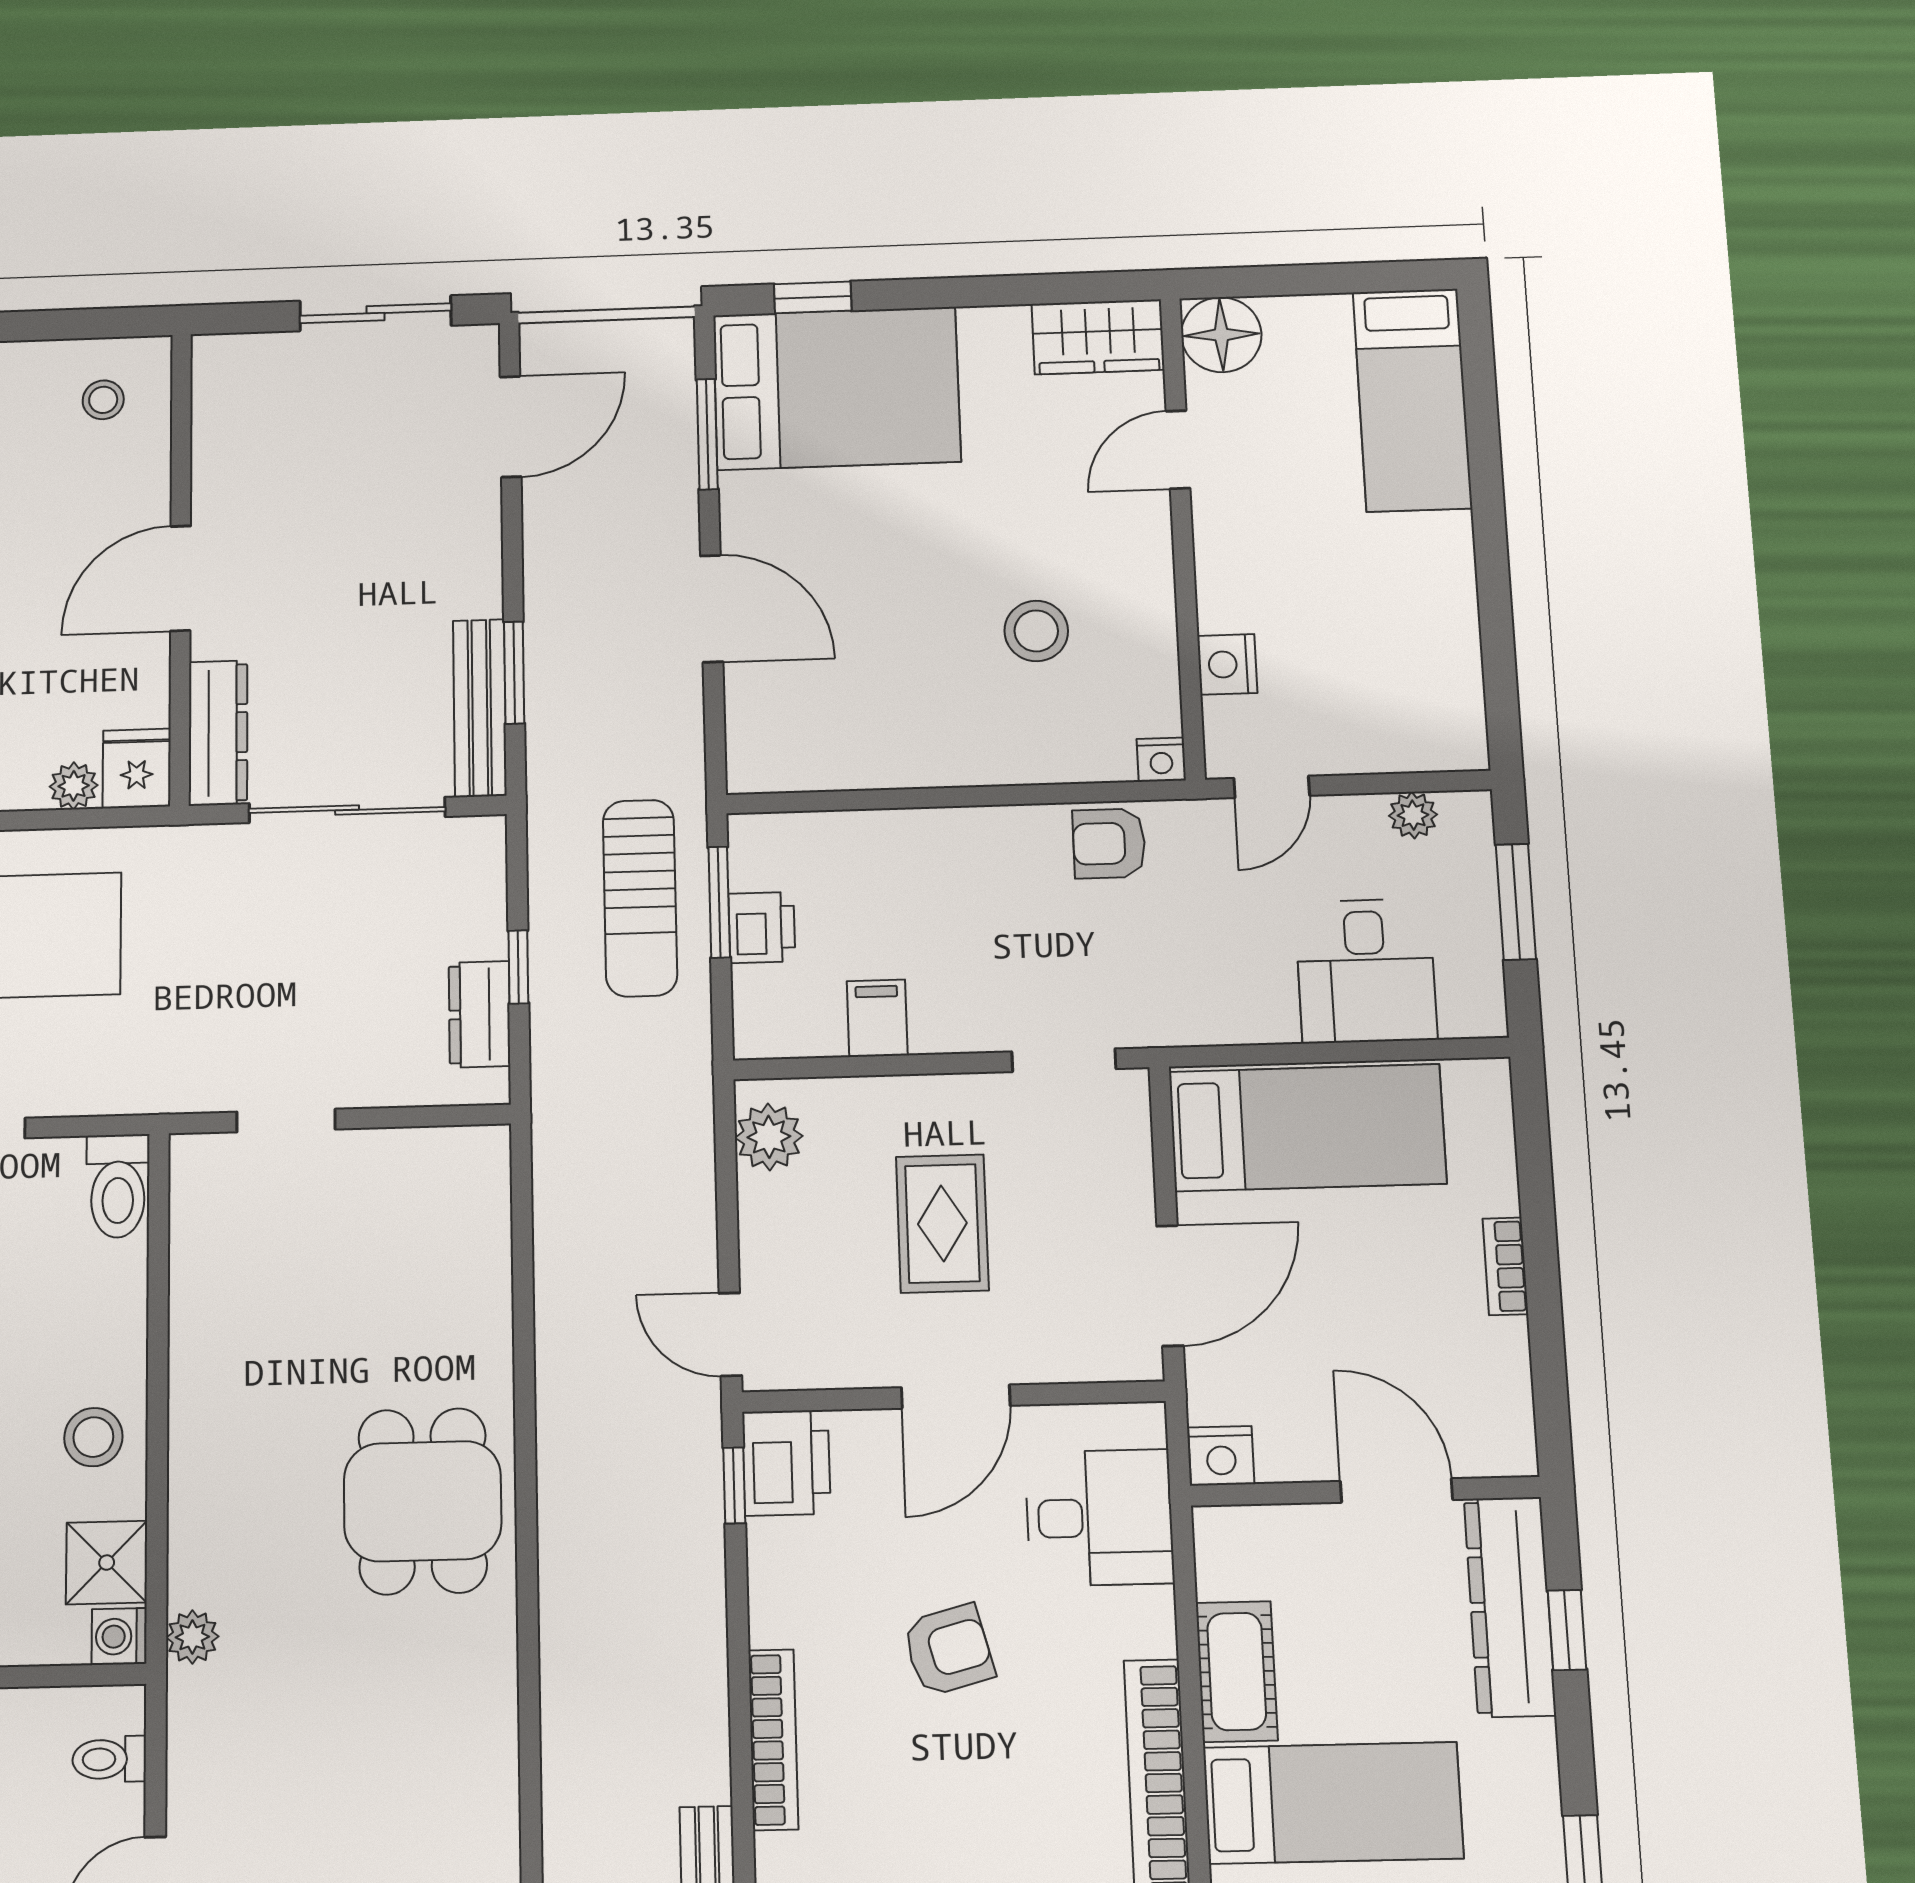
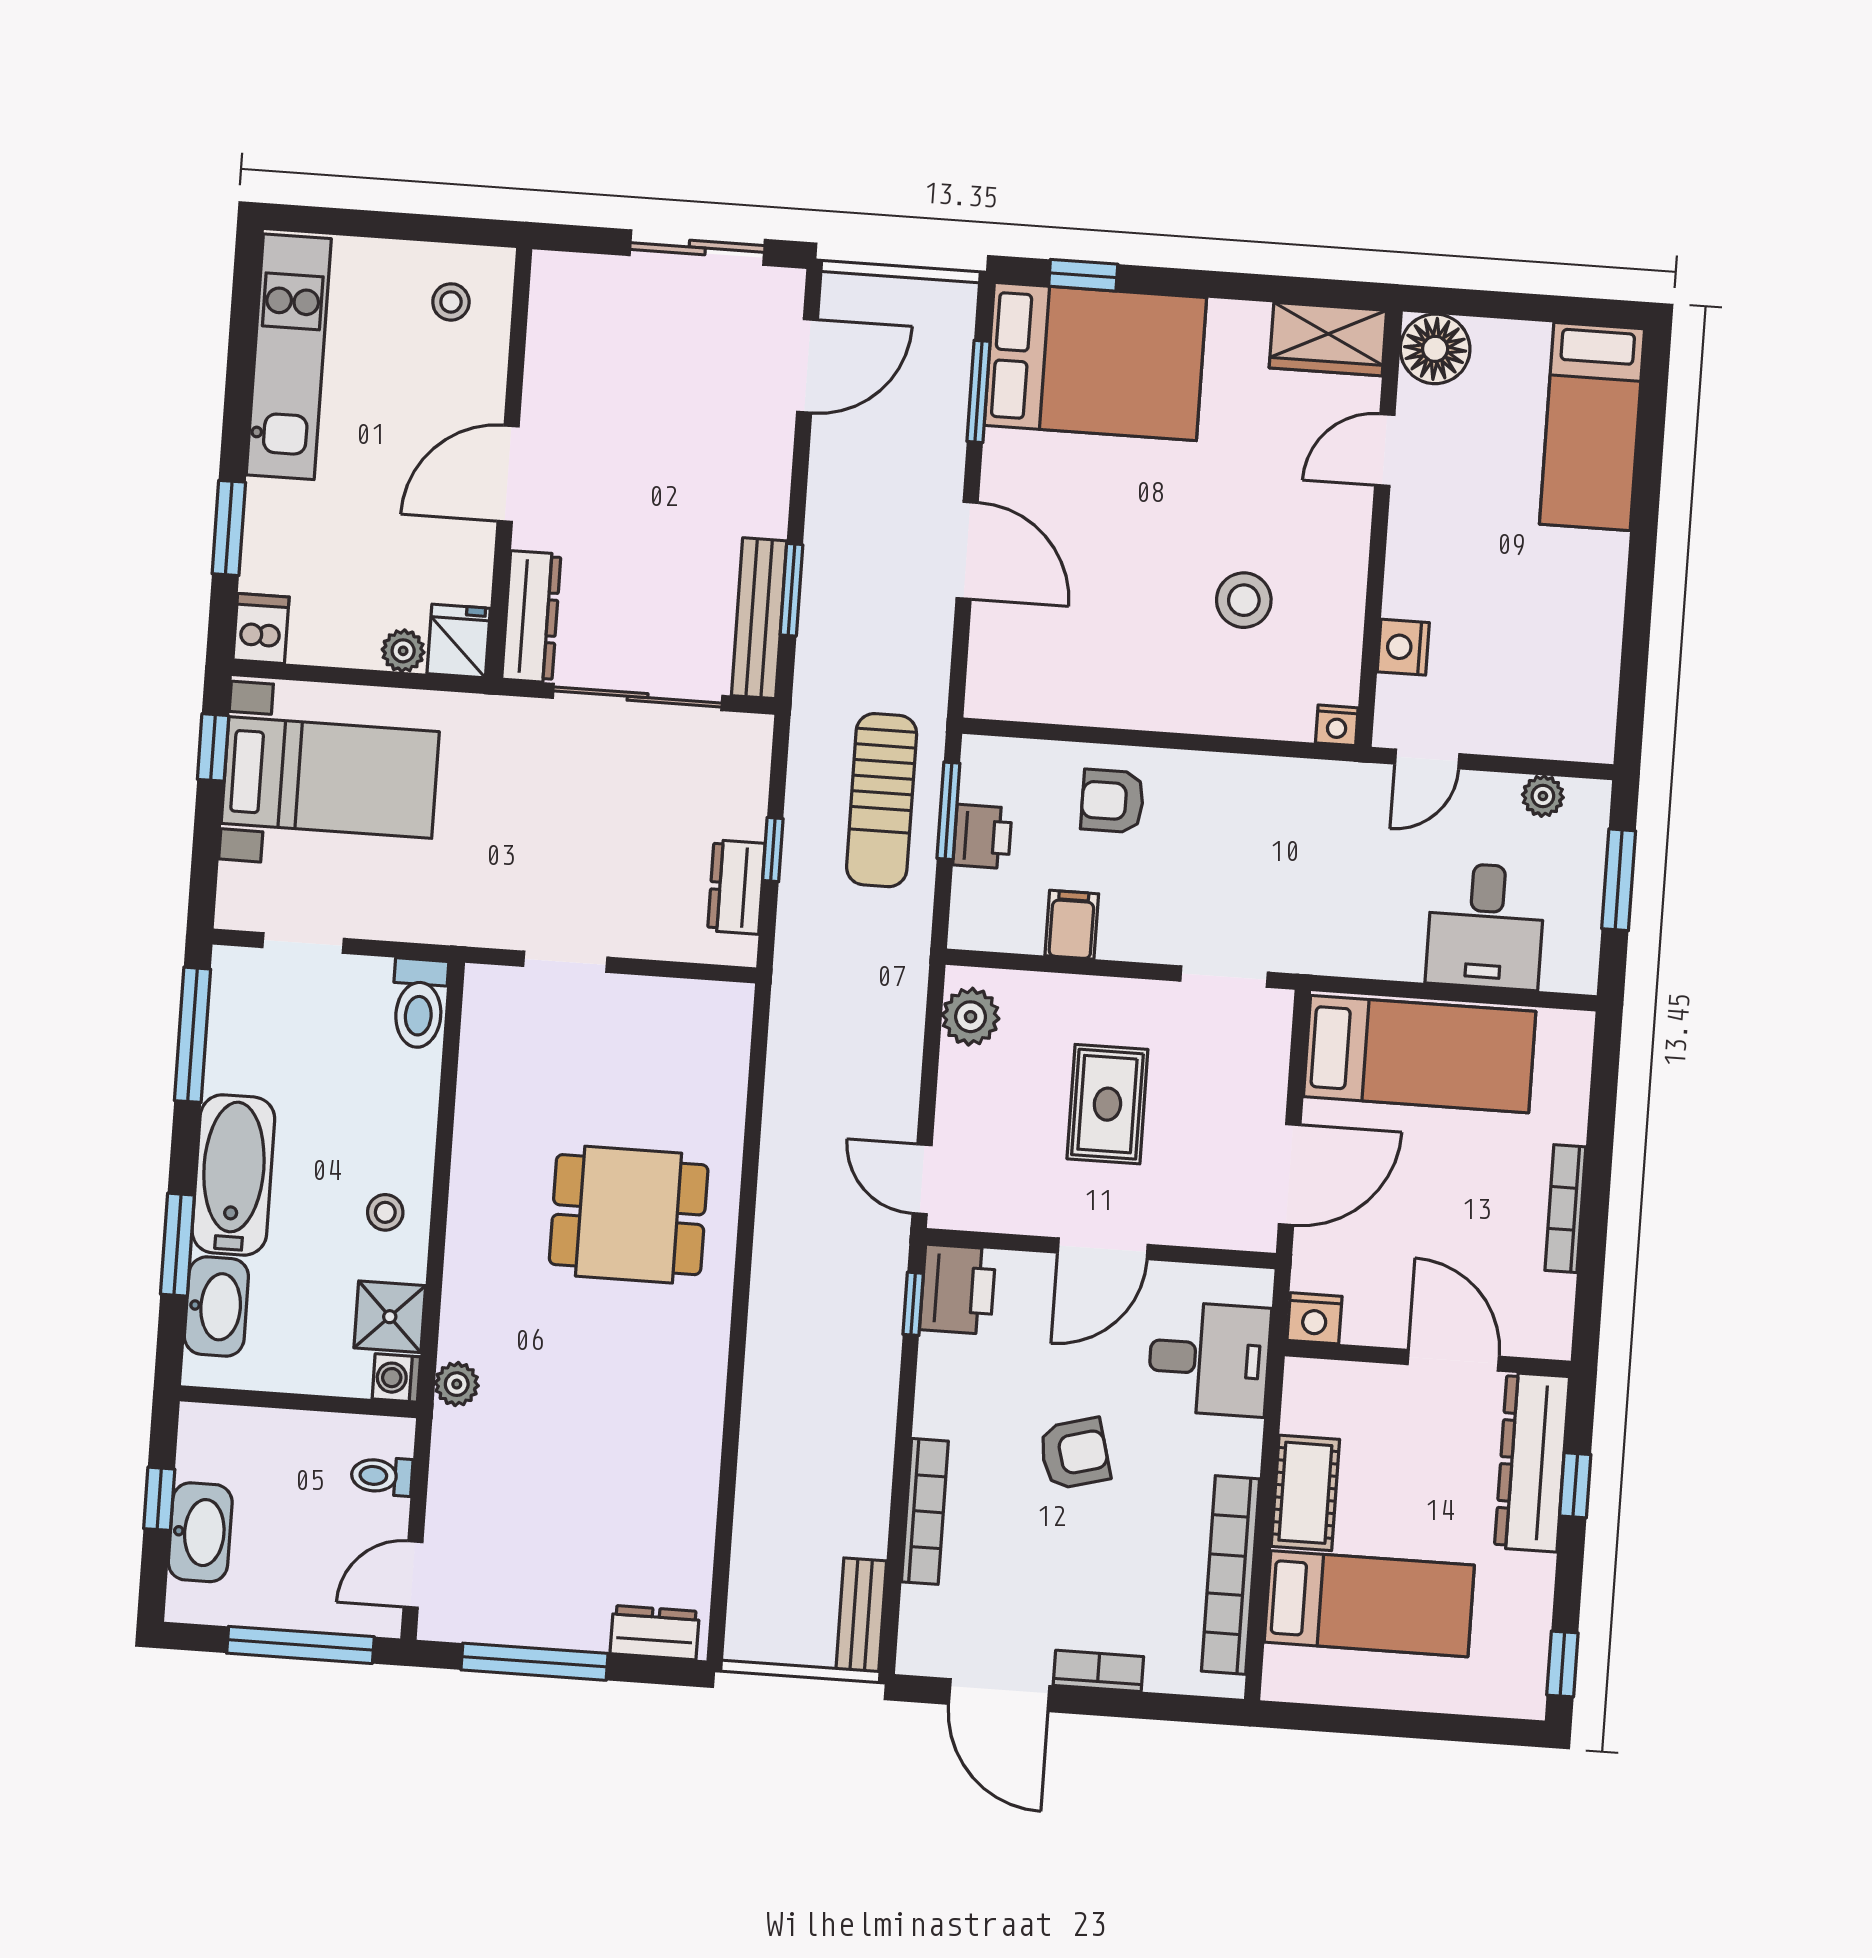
armchair: (1109, 843) -> (1112, 801), moved
bookcase: (1505, 1266) -> (1565, 1209), width x1.56
stool: (93, 1437) -> (385, 1212), width x0.73, depth x0.73
dining table: (423, 1501) -> (629, 1215), moved, turned 90

